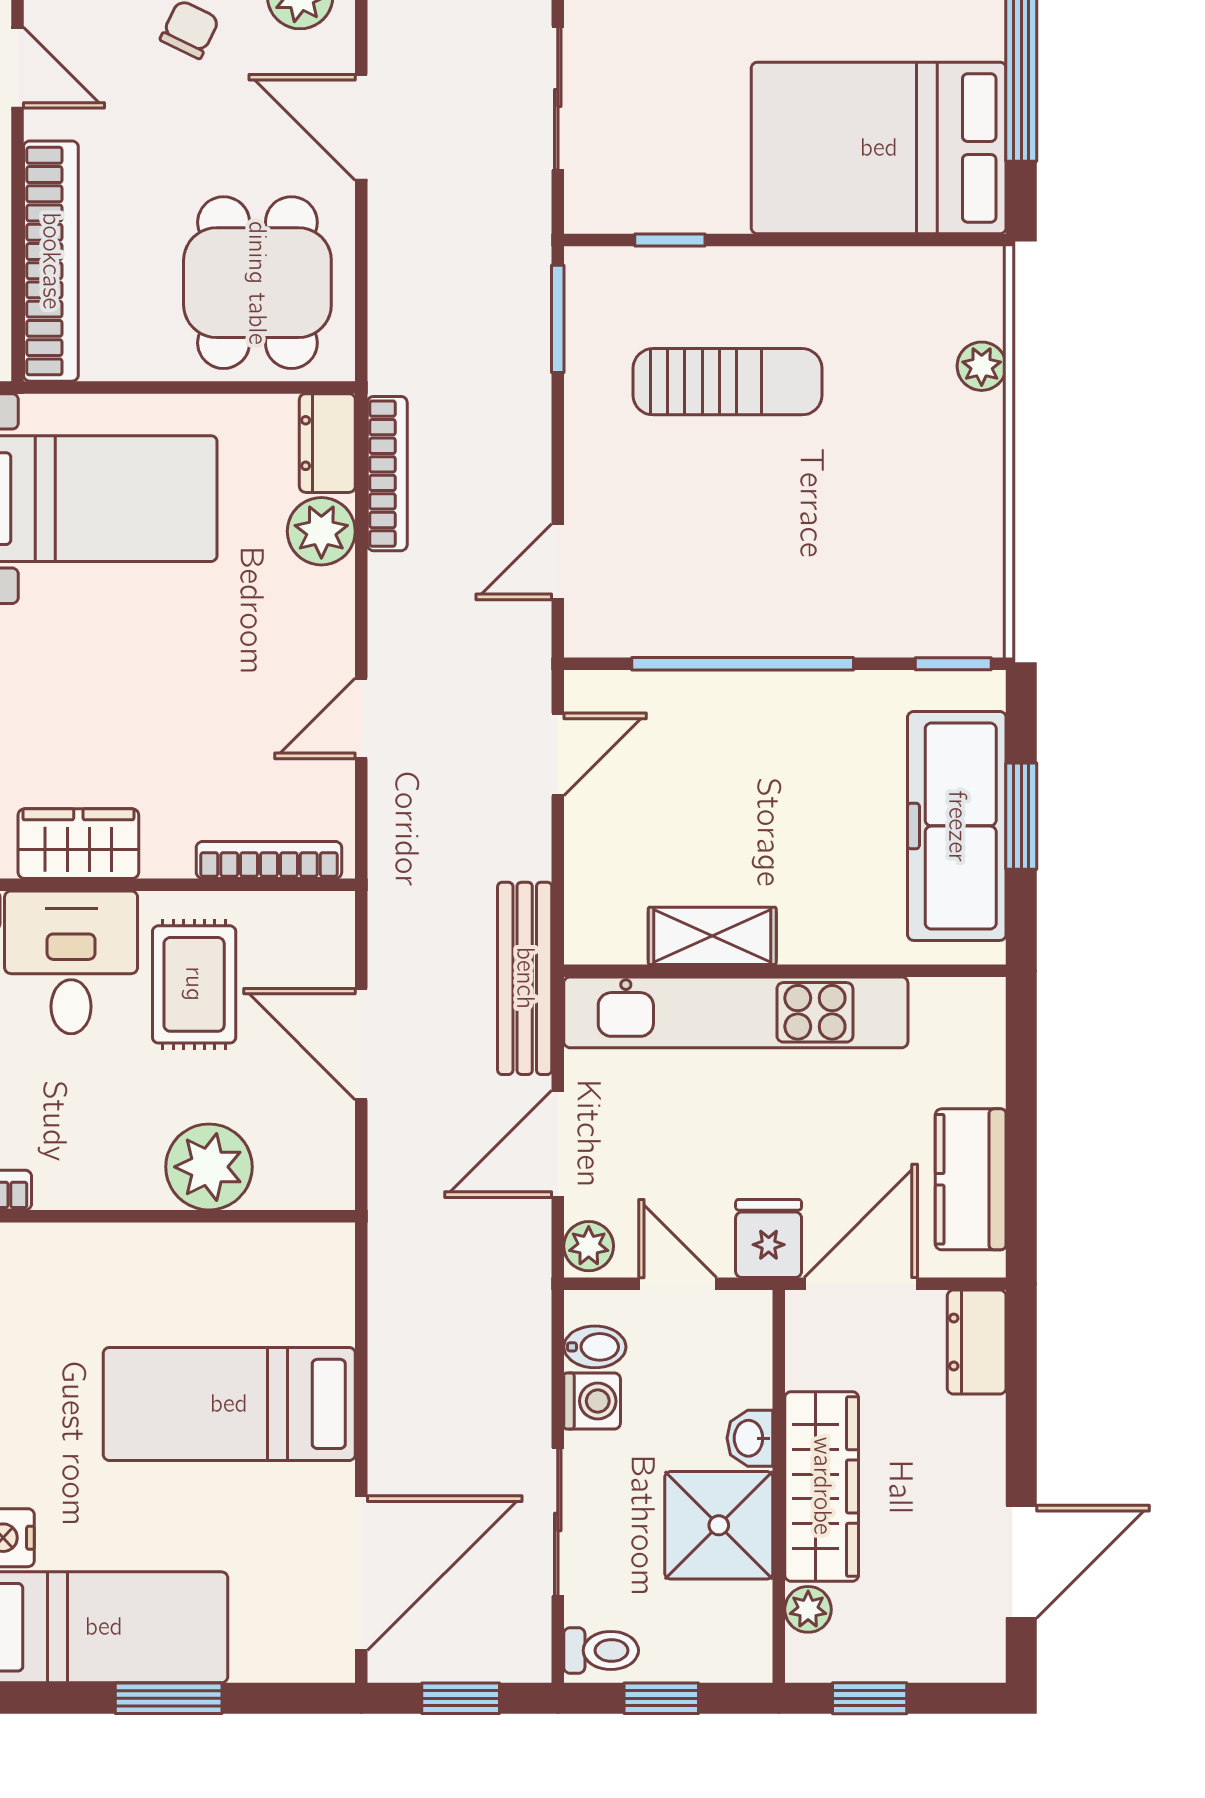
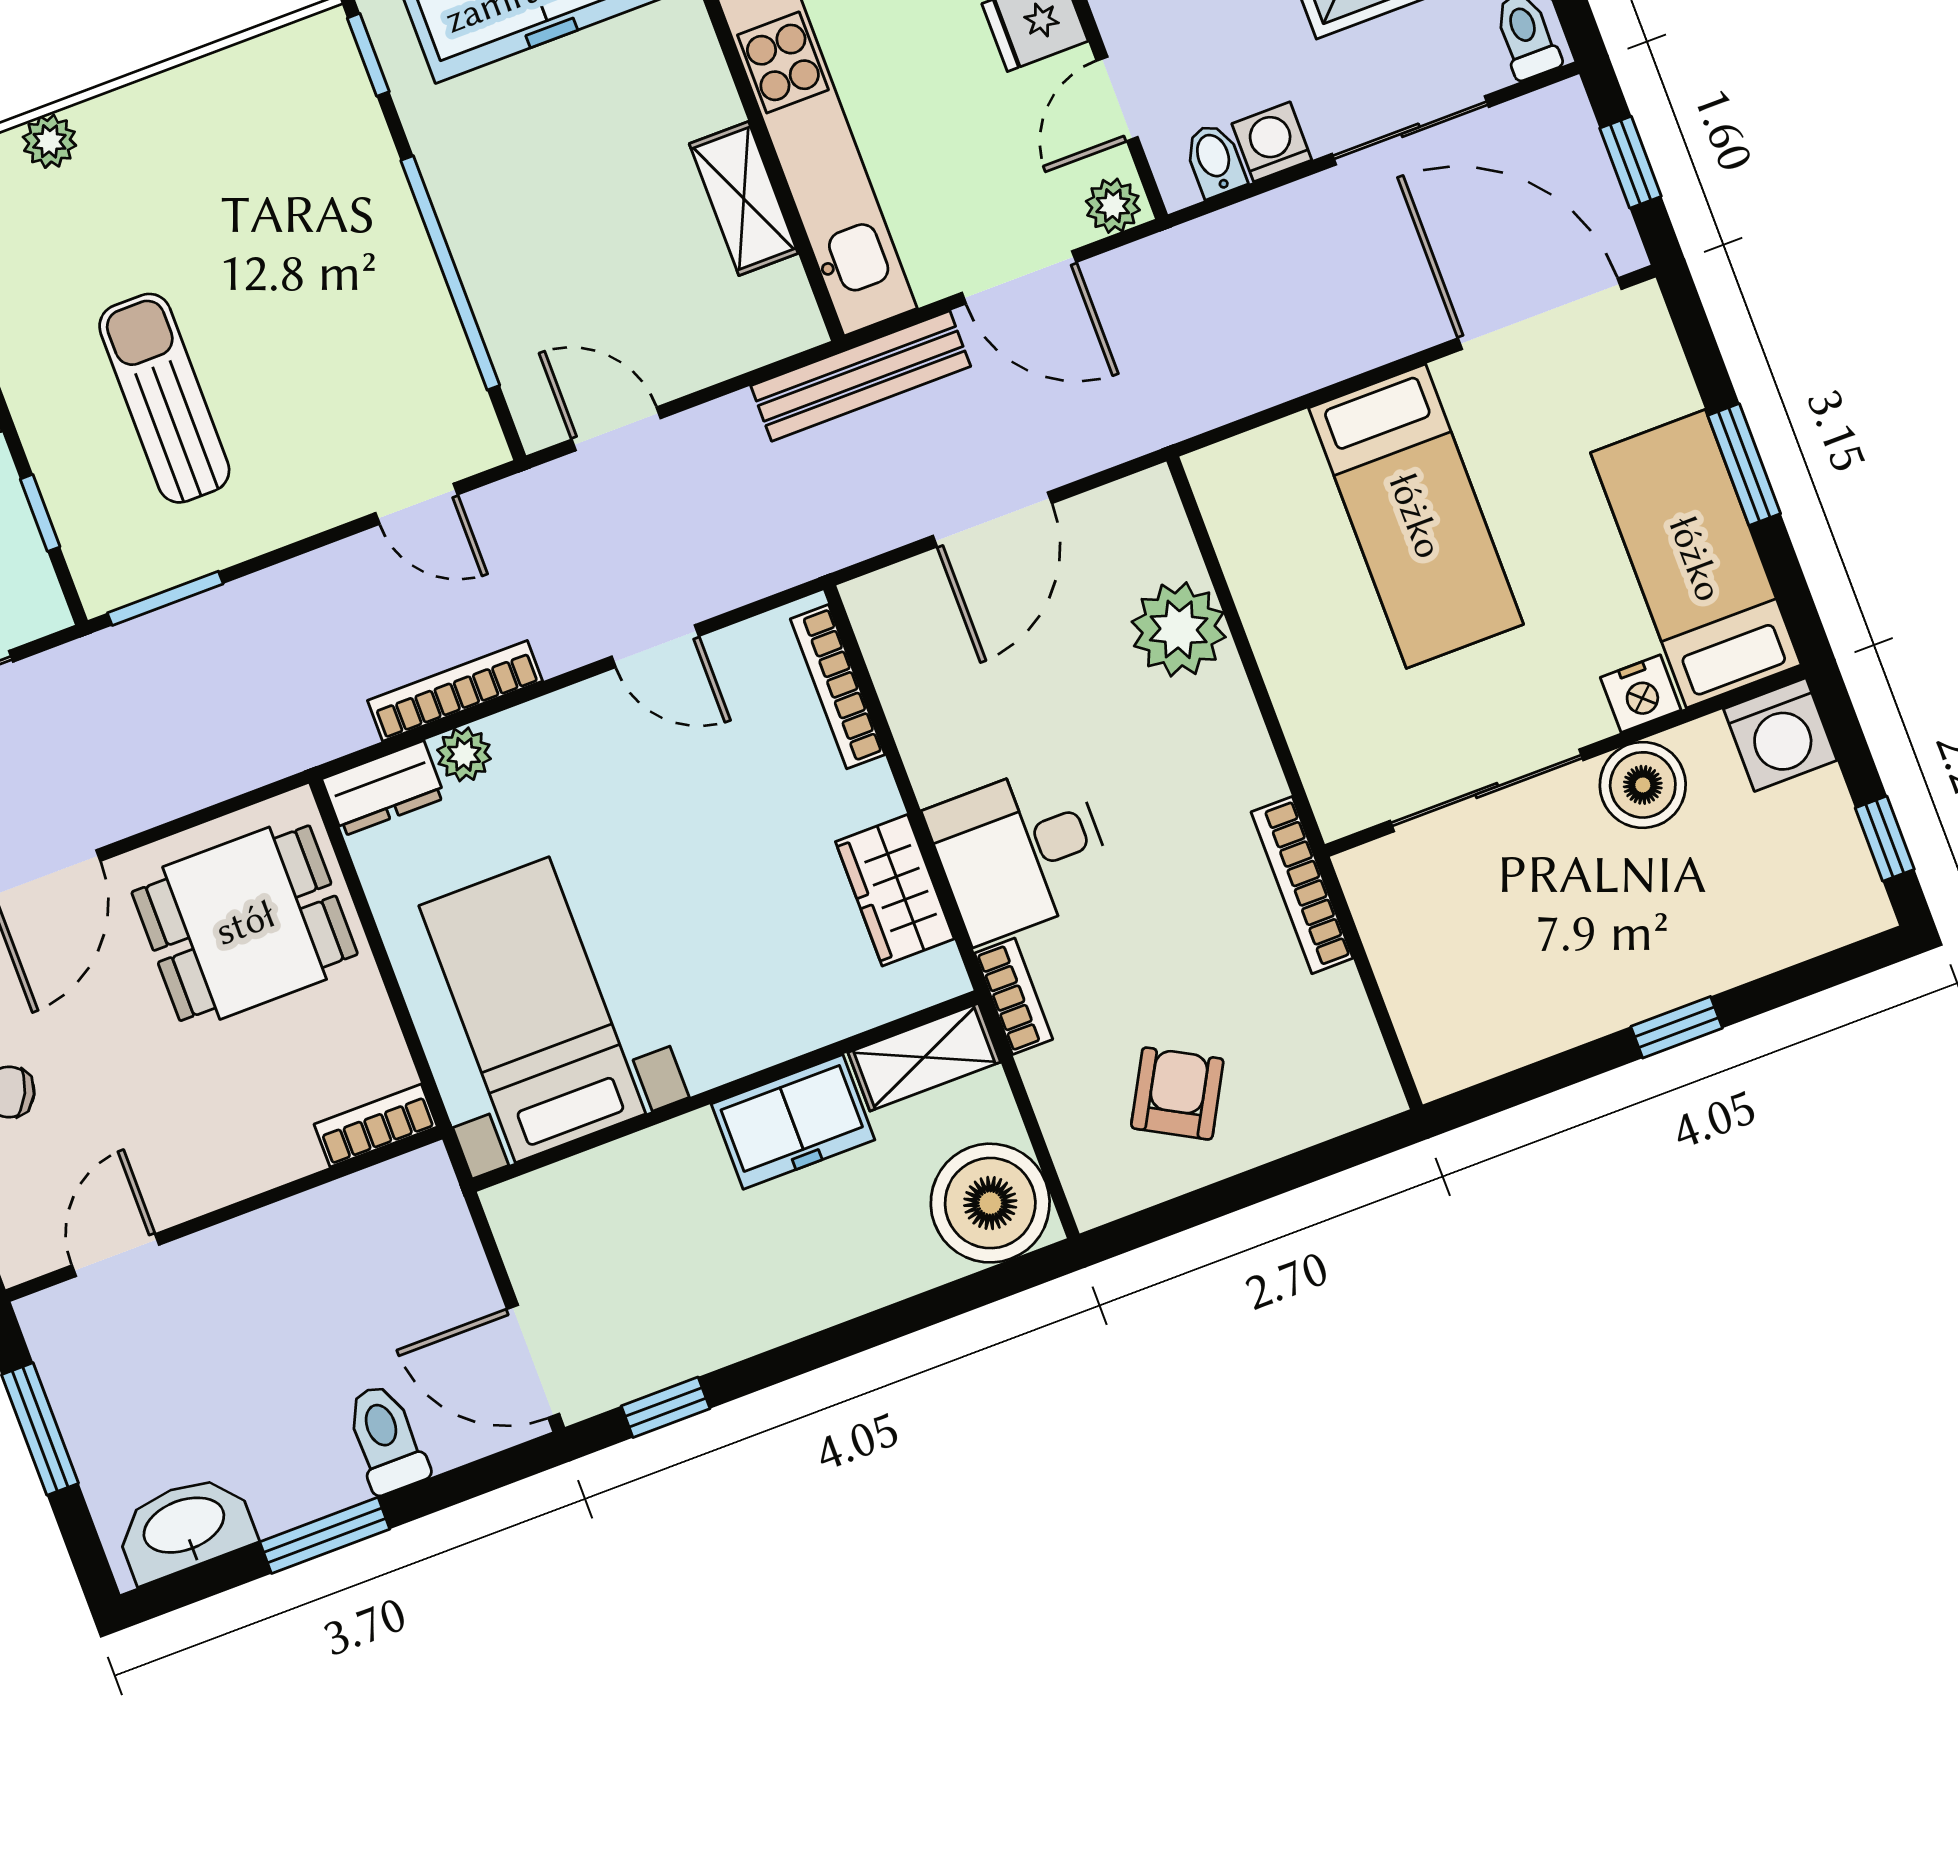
bookcase: (51, 261) -> (376, 1125), width x0.43, depth x0.76
bookcase: (387, 474) -> (455, 691), moved
plant: (321, 531) -> (464, 754), width x0.73, depth x0.73
rug: (194, 984) -> (996, 716), removed

